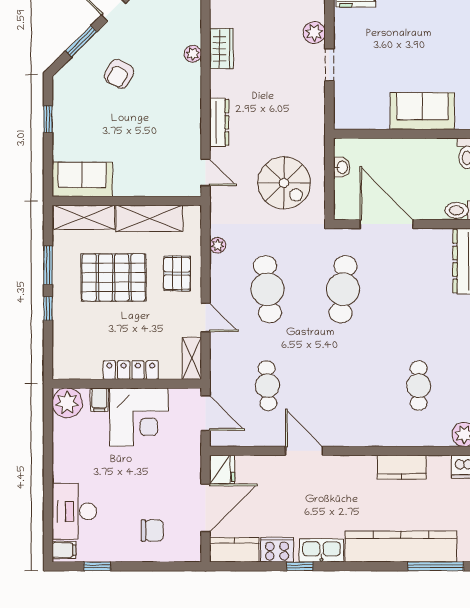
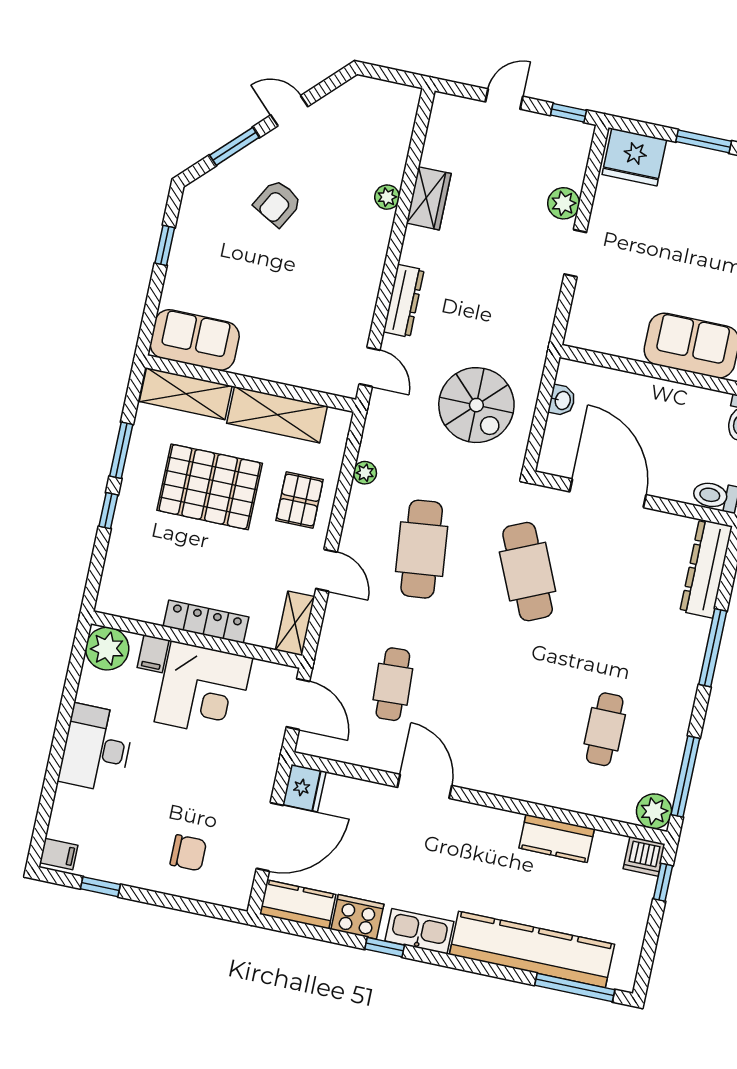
cafe table: (343, 289) -> (528, 572), turned -30
desk: (74, 511) -> (96, 748), moved

